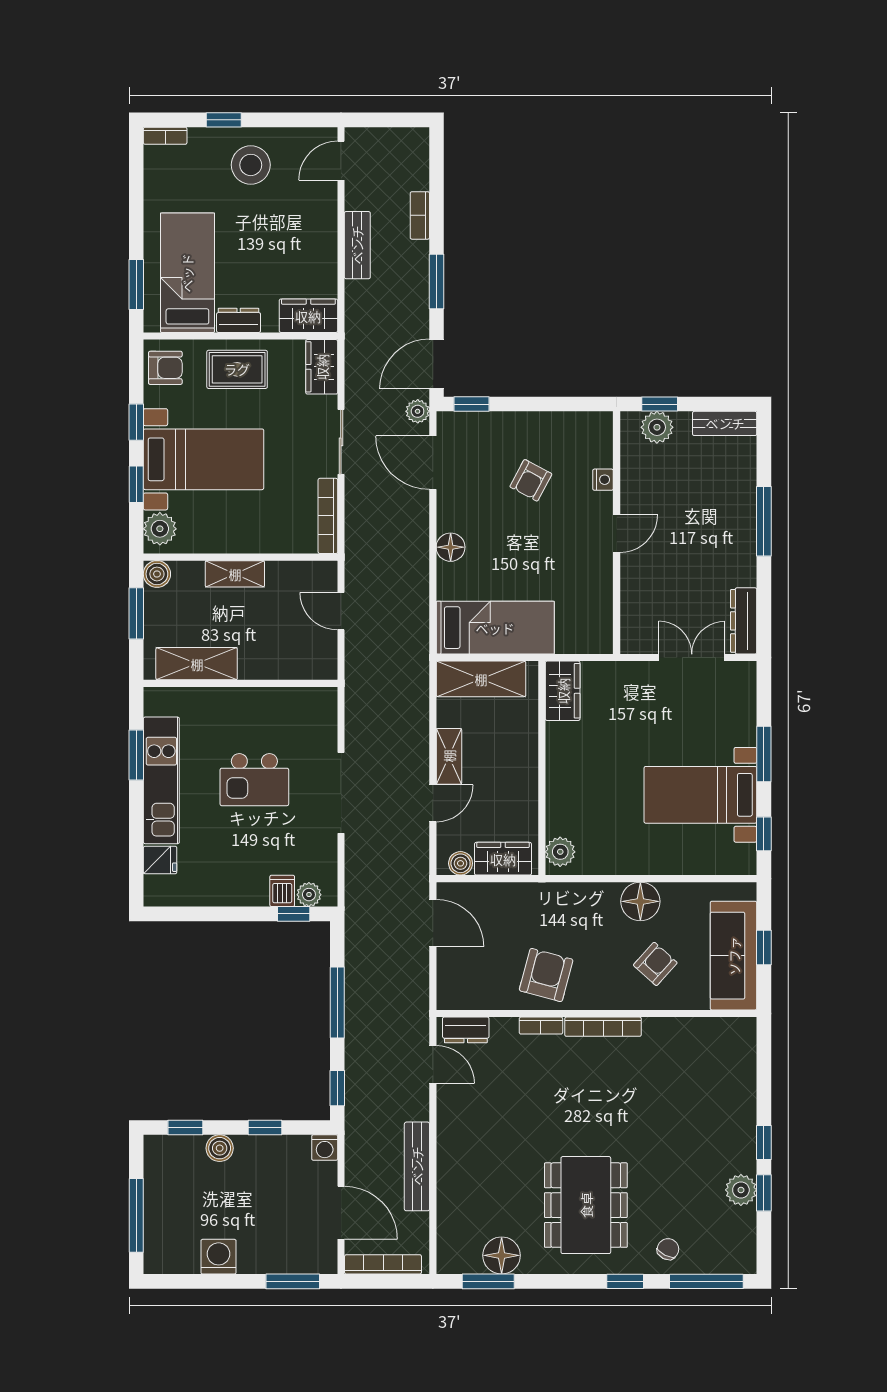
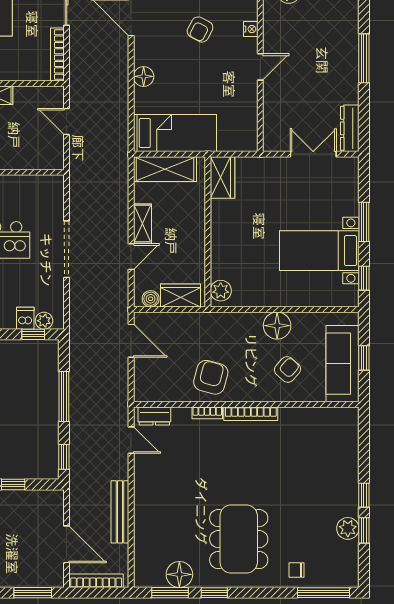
washing machine: (325, 1148) -> (55, 499), removed
chair: (668, 1249) -> (296, 570), turned -117
window: (625, 1281) -> (214, 593), moved

